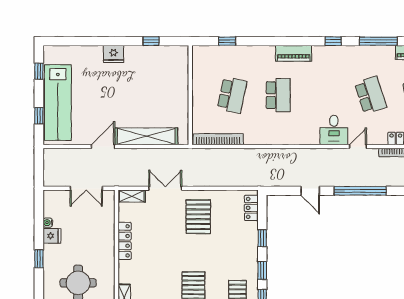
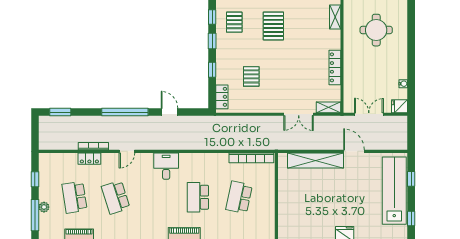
desk: (334, 130) -> (166, 166), moved
door: (103, 147) -> (354, 151), swing flipped
pallet: (198, 217) -> (251, 76), moved, width x0.67, depth x0.71
fridge: (52, 236) -> (400, 106), moved
window: (39, 259) -> (411, 51), removed

